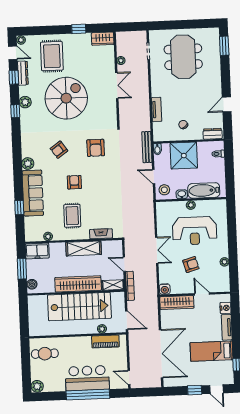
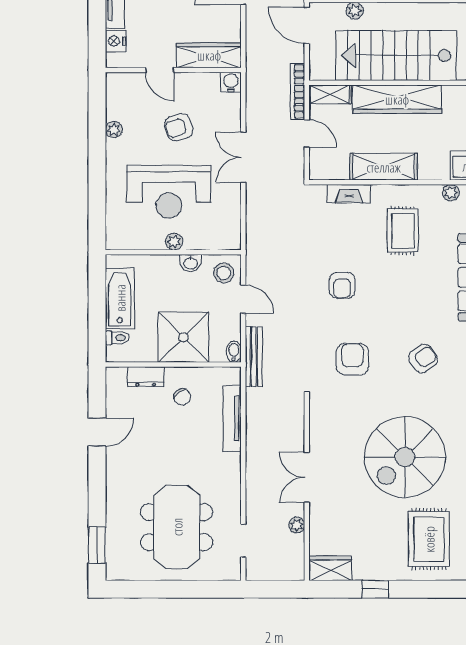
tv unit: (157, 109) -> (232, 418), width x1.41
dresser: (213, 134) -> (146, 377), moved
armchair: (74, 182) -> (342, 285), moved
bathtub: (204, 190) -> (120, 298), moved, turned -90
reception desk: (195, 231) -> (169, 192), turned 180

